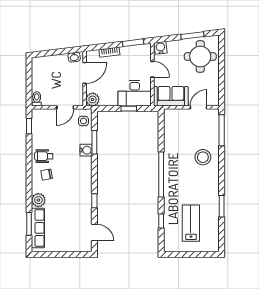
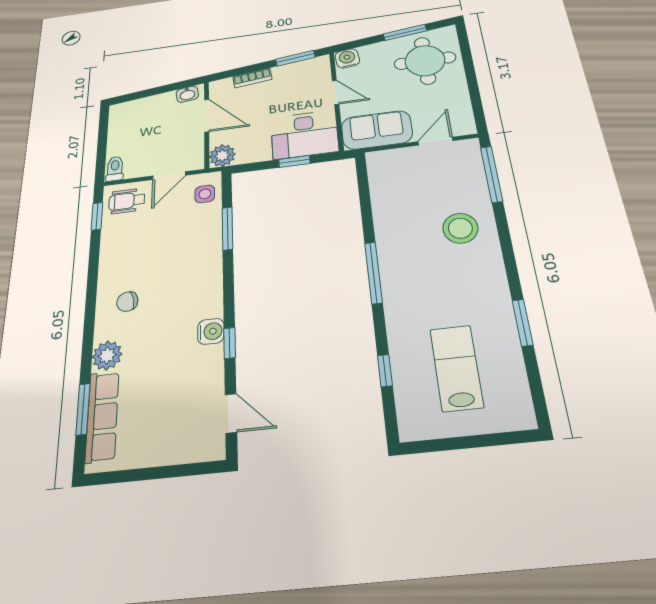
door: (85, 73) -> (207, 116), hinge flipped
water cooler: (86, 150) -> (211, 331), moved
wheelchair: (44, 156) -> (127, 201), moved
window: (161, 175) -> (374, 273), width x0.68

